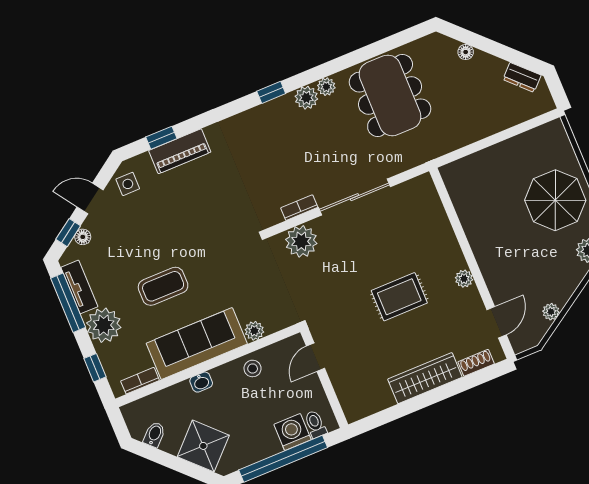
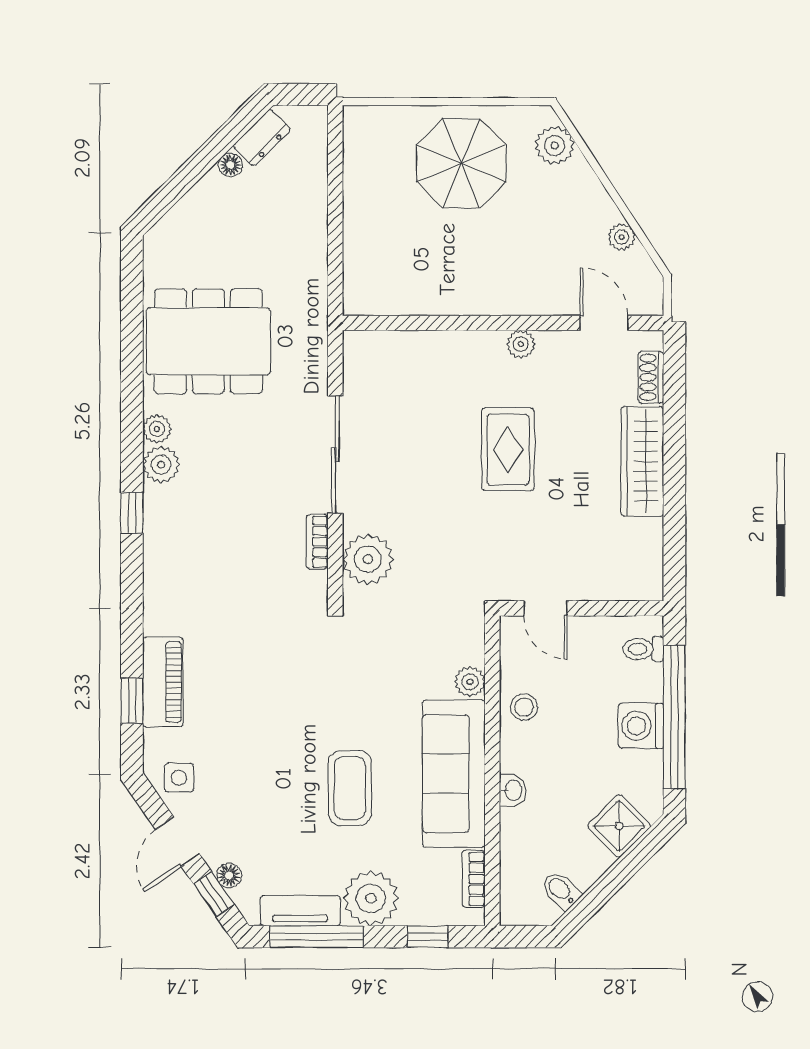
floor lamp: (466, 52) -> (230, 165), moved
washing machine: (293, 432) -> (641, 726), moved
shower: (203, 446) -> (619, 826), width x0.73, depth x0.73

